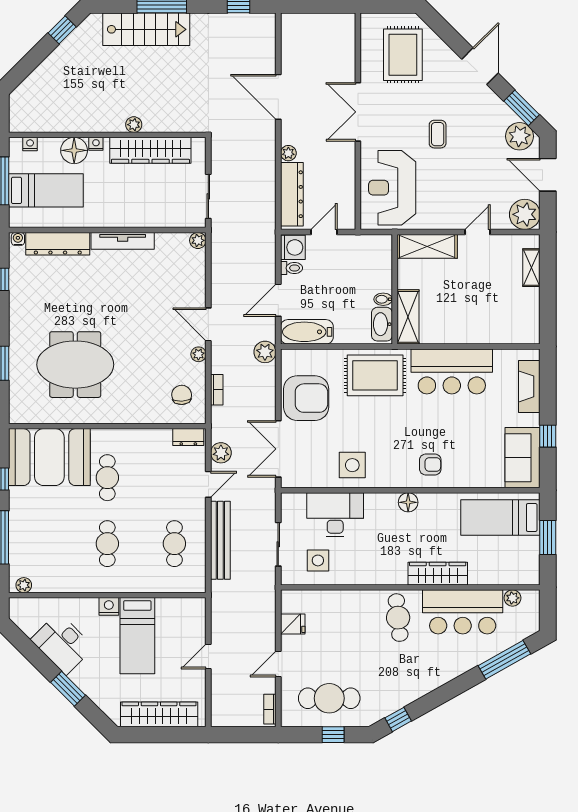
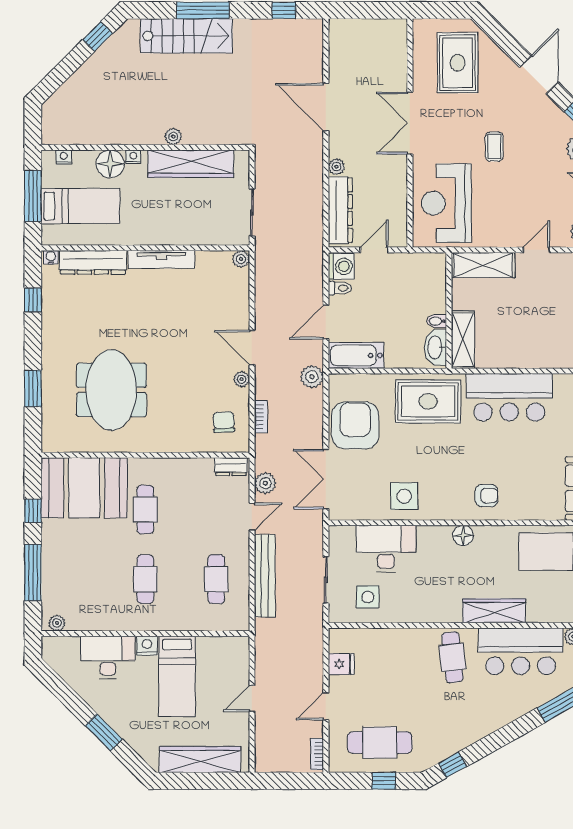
meeting table: (75, 365) -> (111, 390), turned 90
armchair: (306, 398) -> (355, 425), turned -90
desk: (62, 643) -> (108, 657), moved, turned 135

